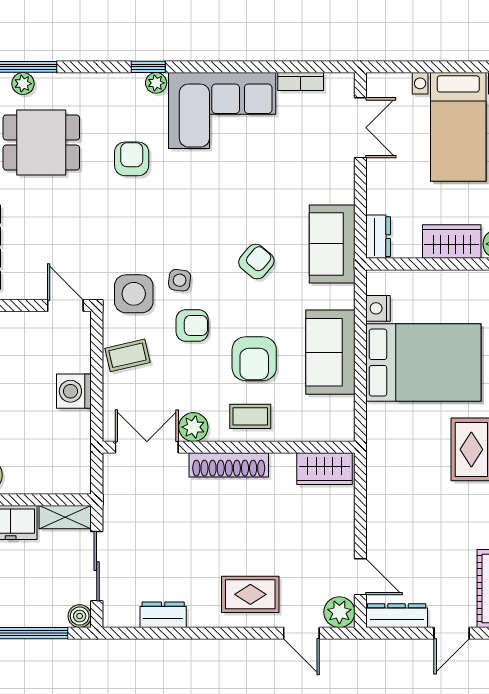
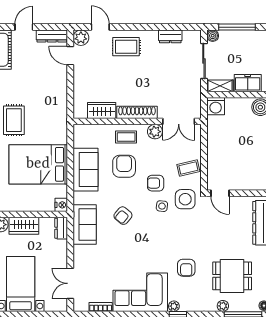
plant: (23, 84) -> (223, 306), moved
nightstand: (378, 308) -> (61, 205), moved
washing machine: (74, 391) -> (216, 106), moved, turned 90
wardrobe: (324, 469) -> (102, 110), moved

